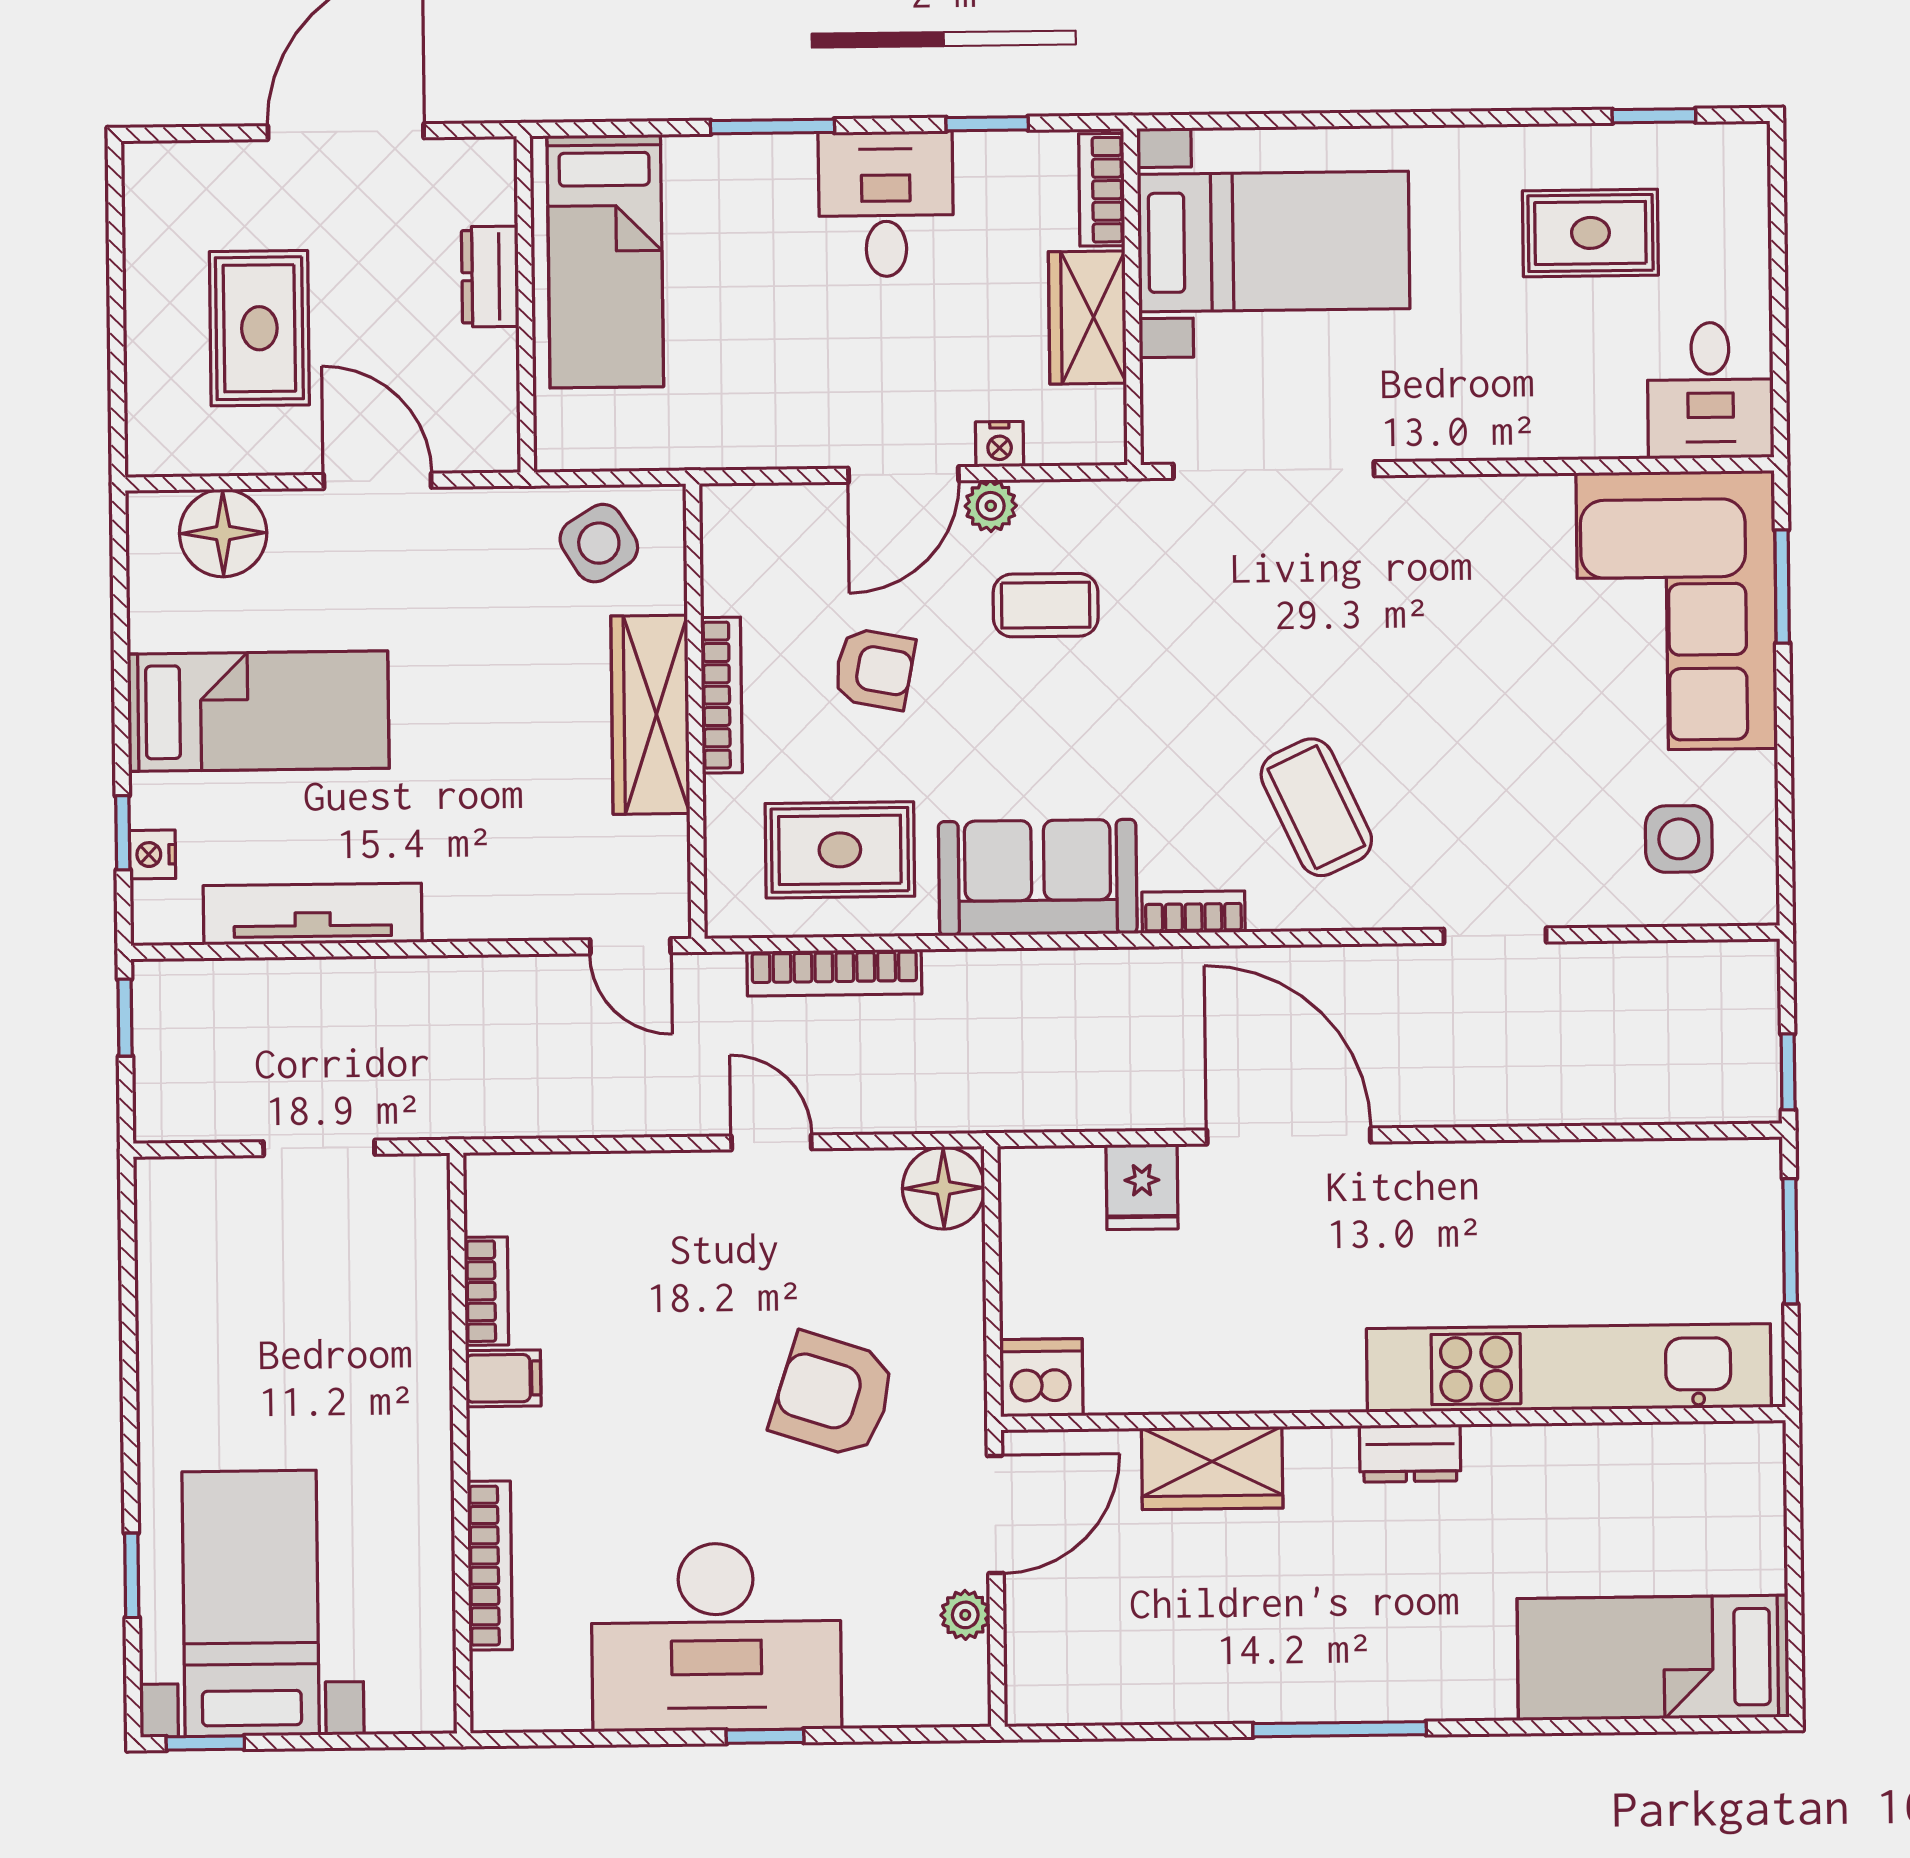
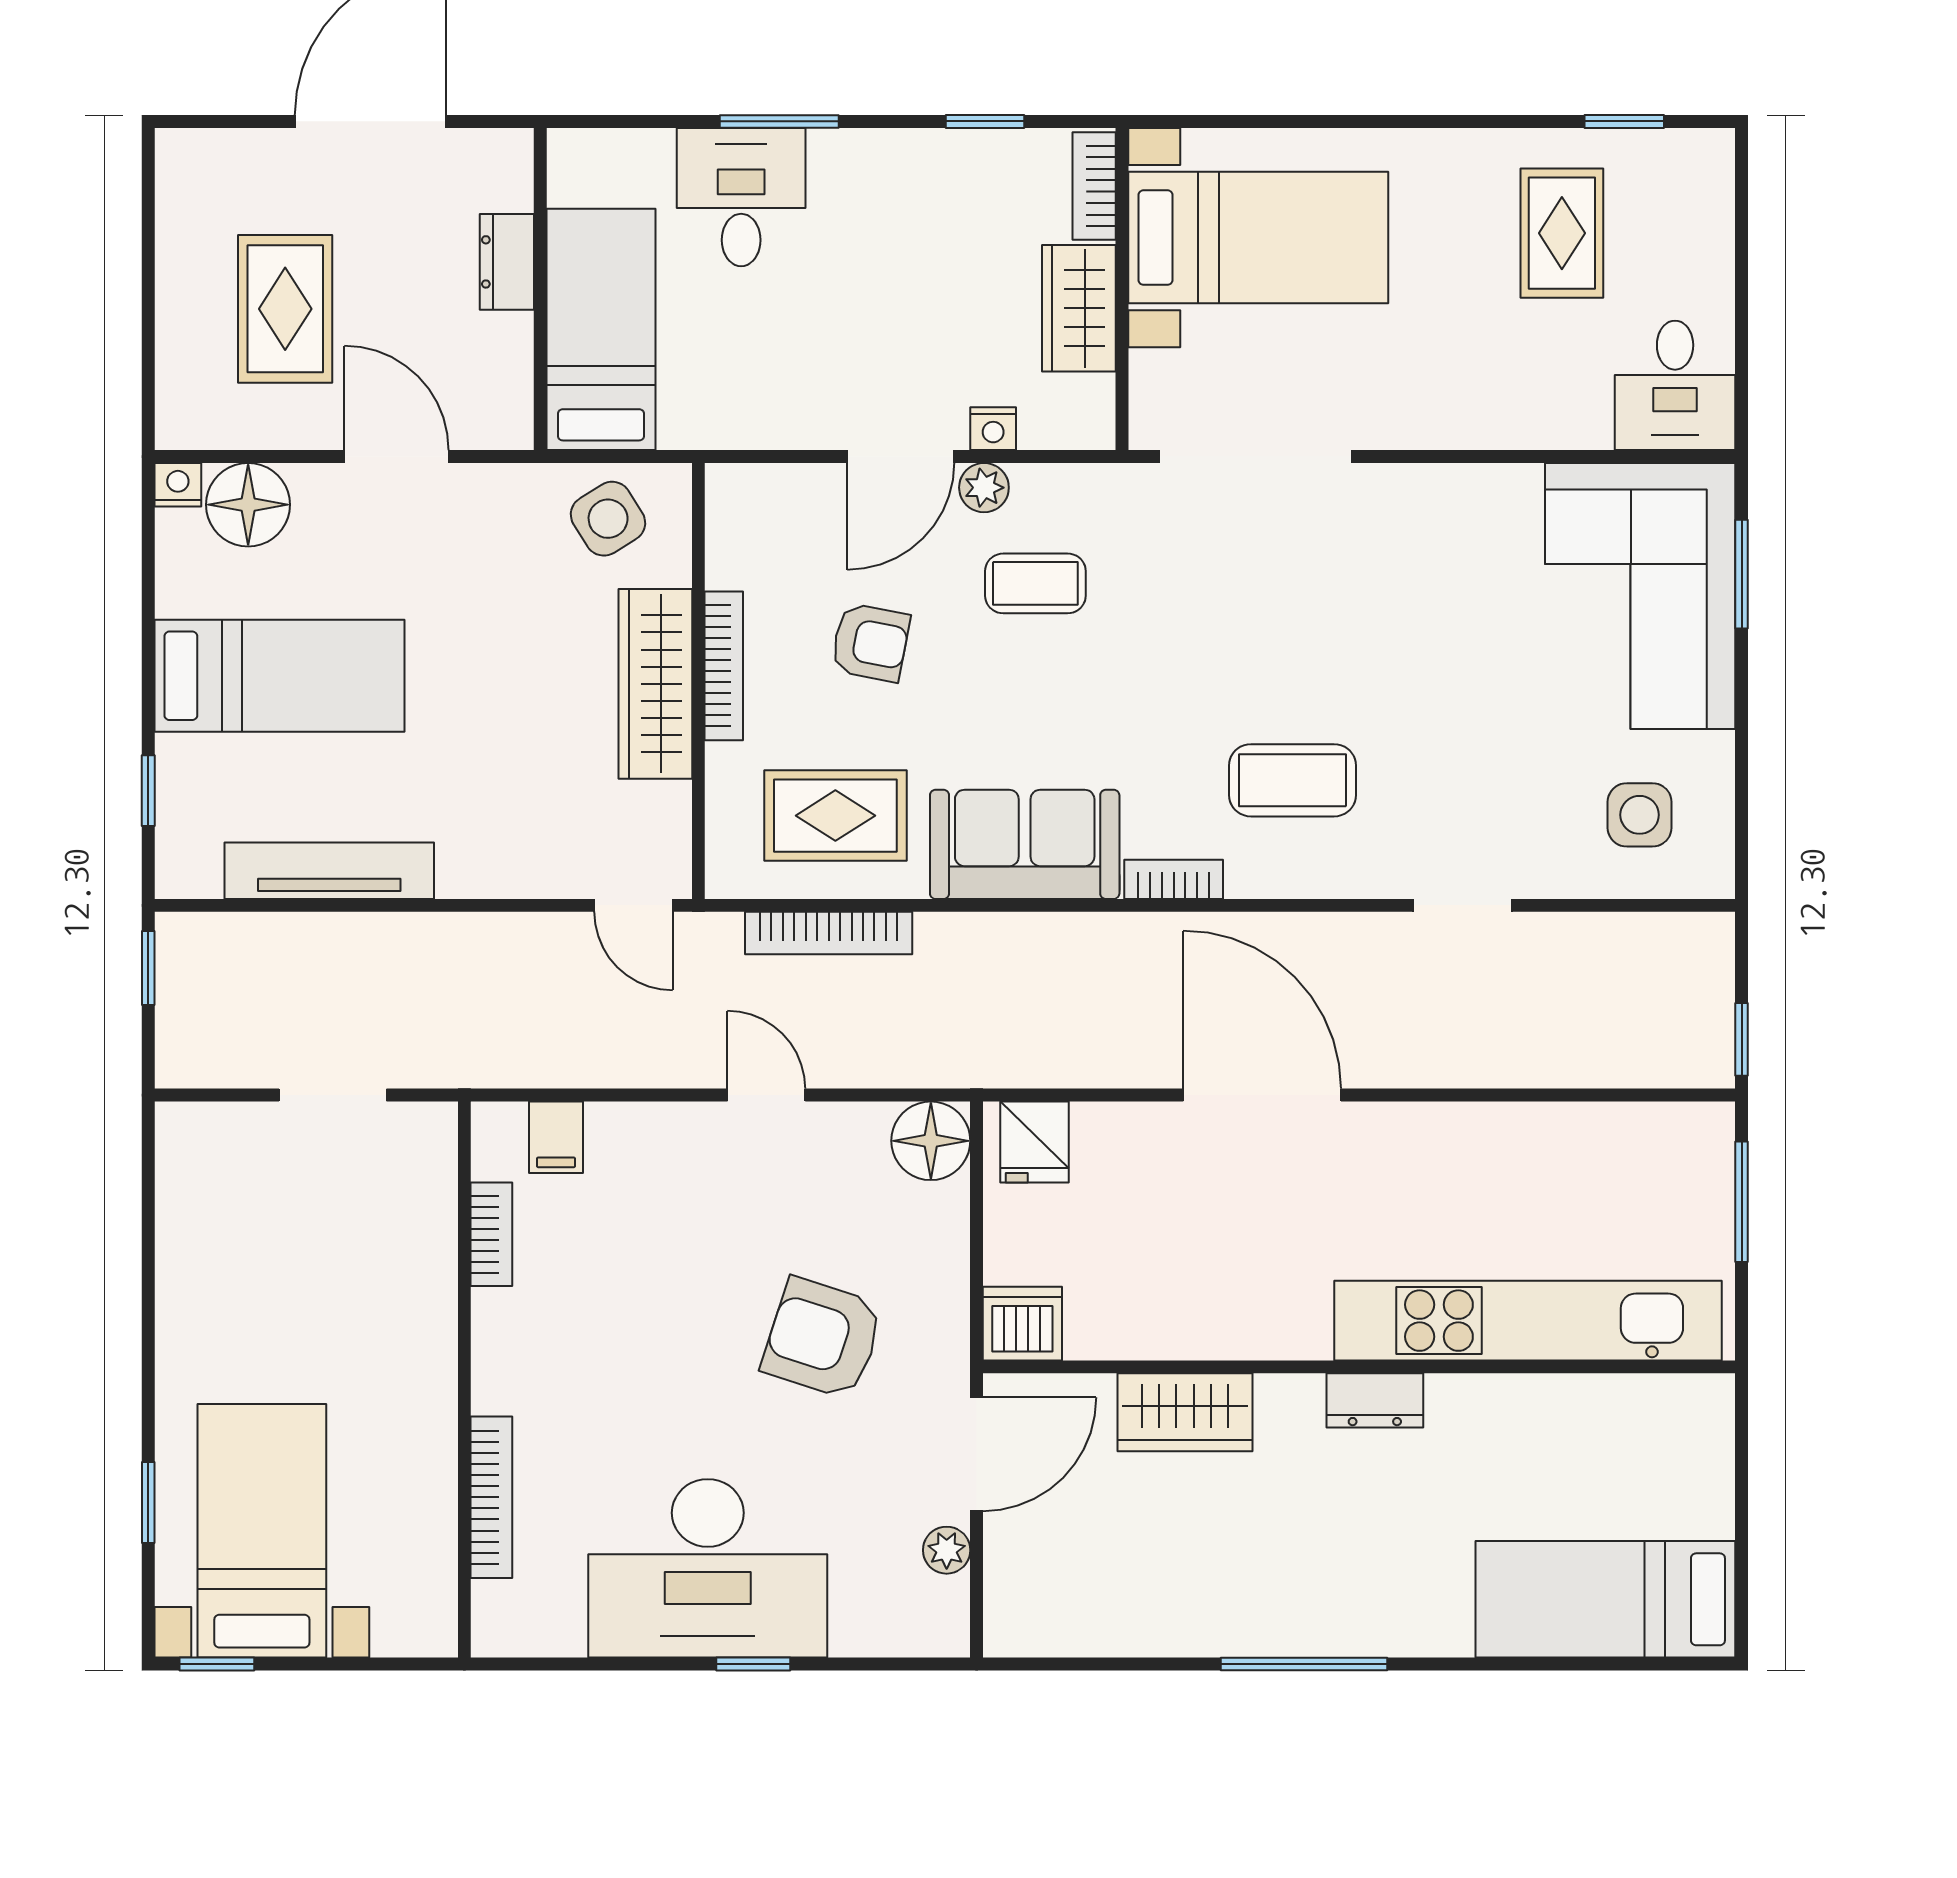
desk: (886, 204) -> (741, 197), moved
rug: (1590, 233) -> (1562, 233), turned 90
bed: (605, 261) -> (601, 329), moved, turned 180
coffee table: (1316, 807) -> (1292, 780), turned -65
nightstand: (152, 854) -> (178, 485), moved, turned 90
fridge: (1142, 1187) -> (1035, 1142), moved
filing cabinet: (503, 1378) -> (556, 1137), moved, turned 90

